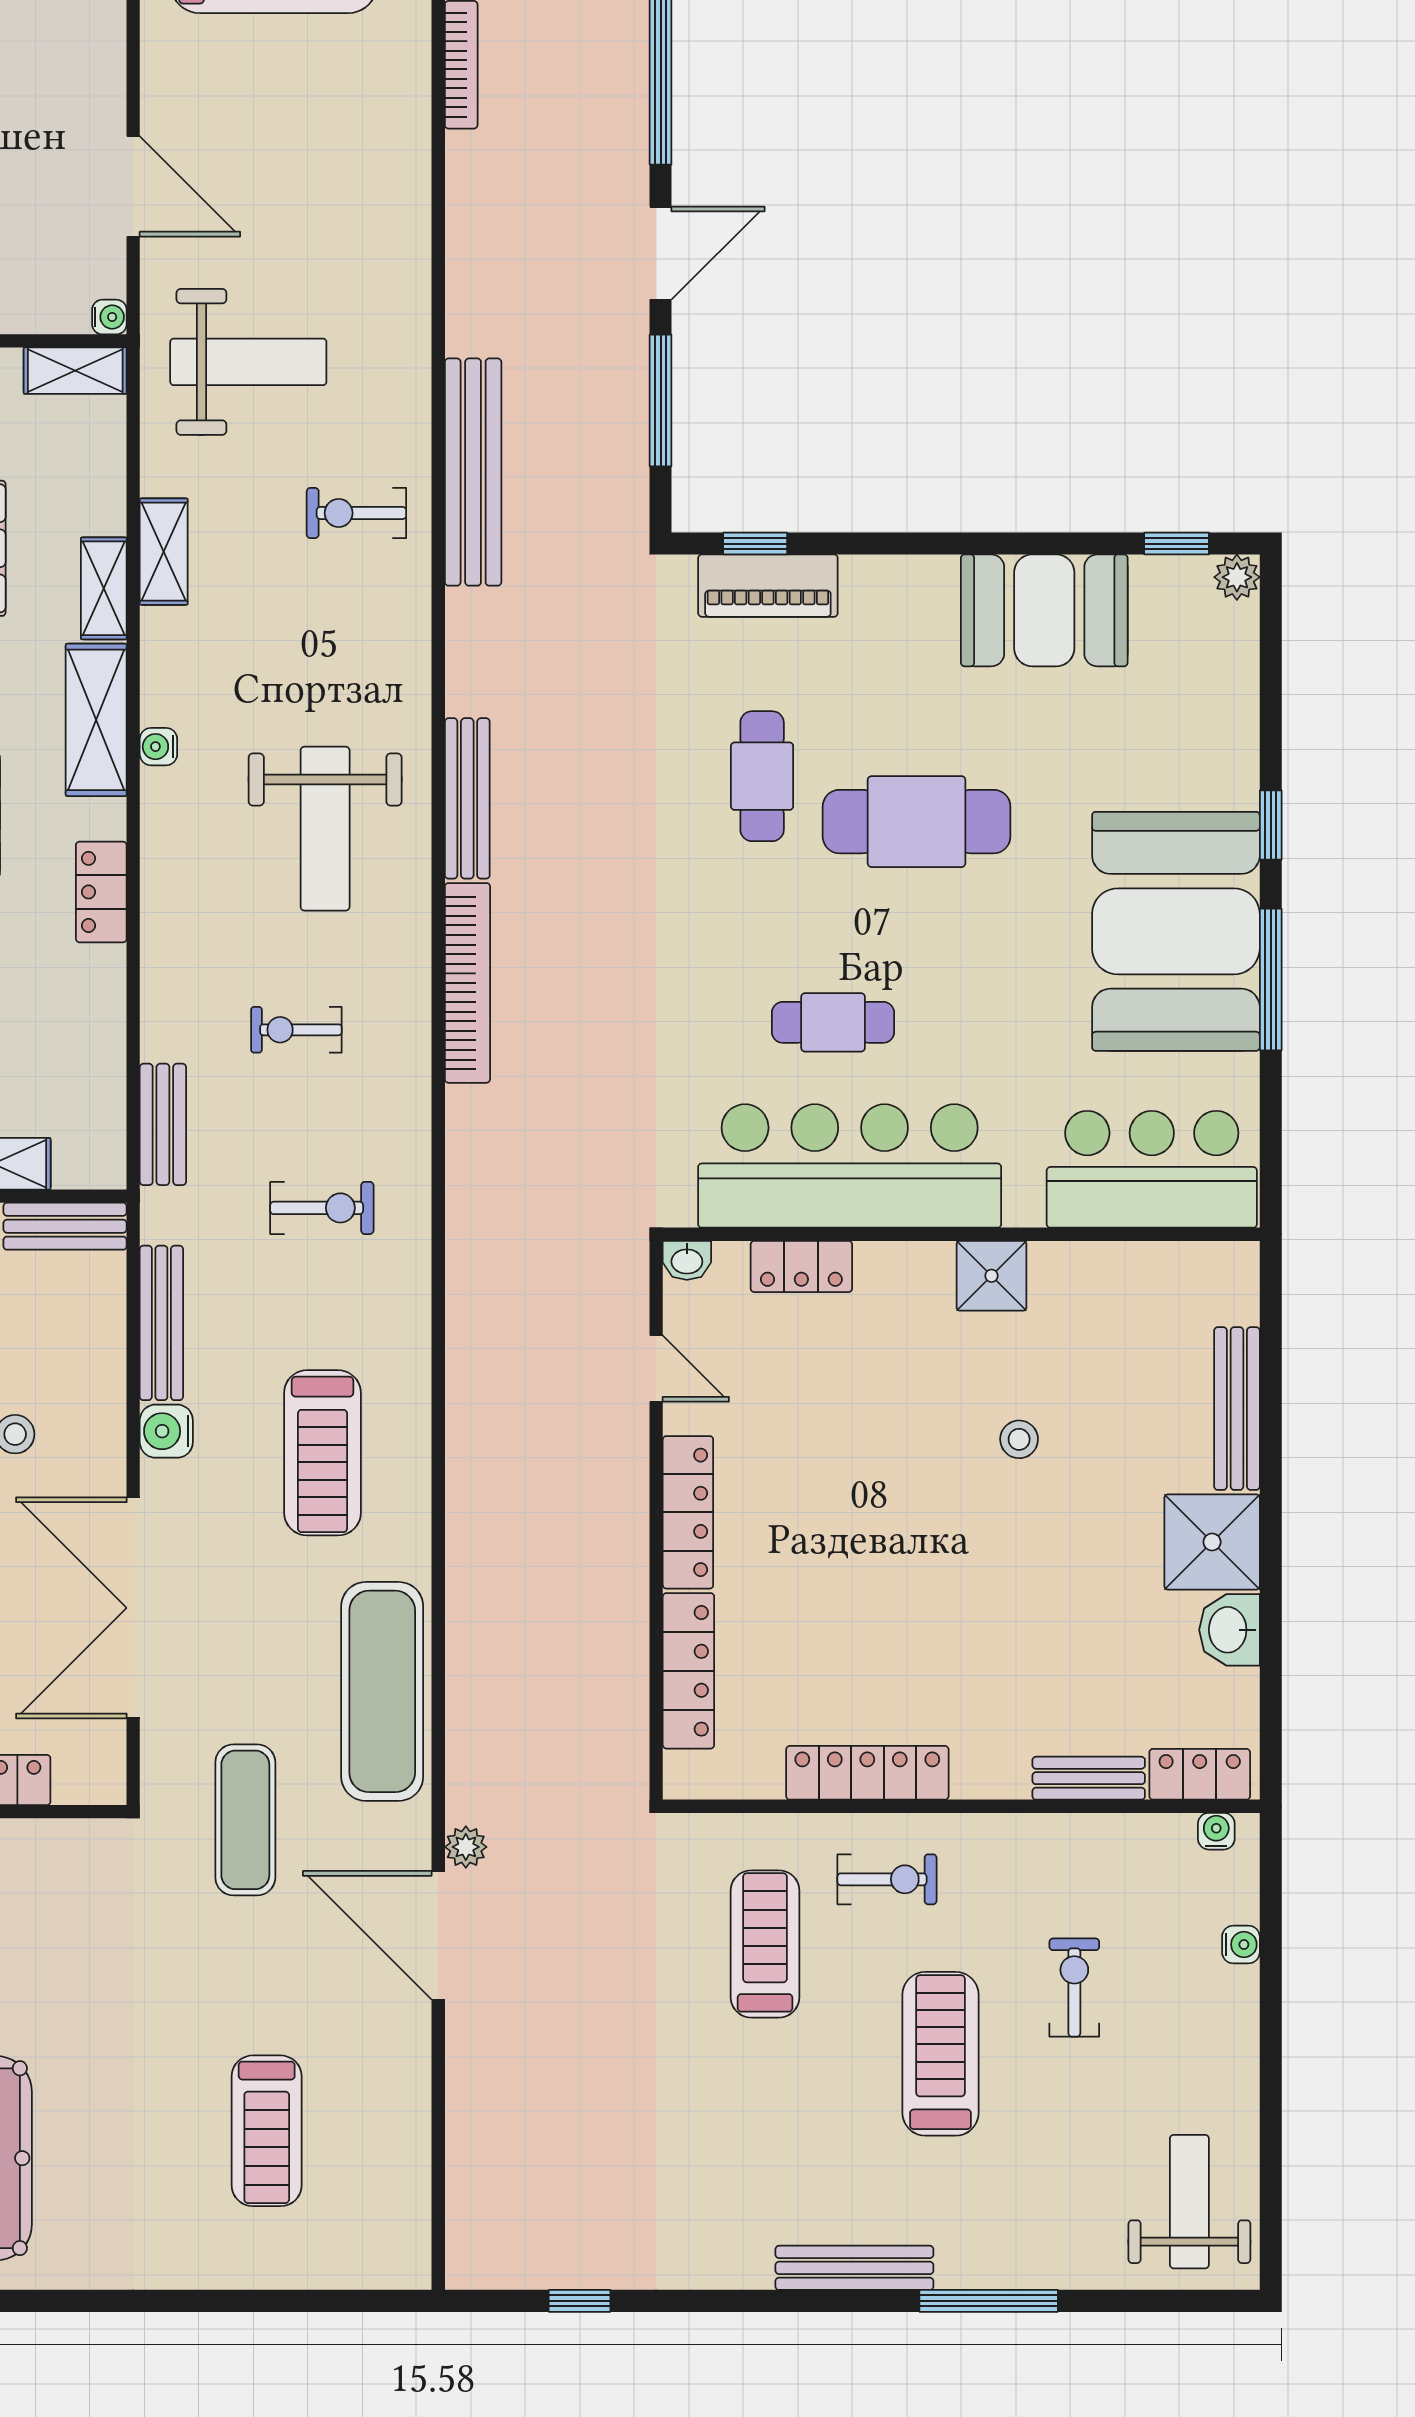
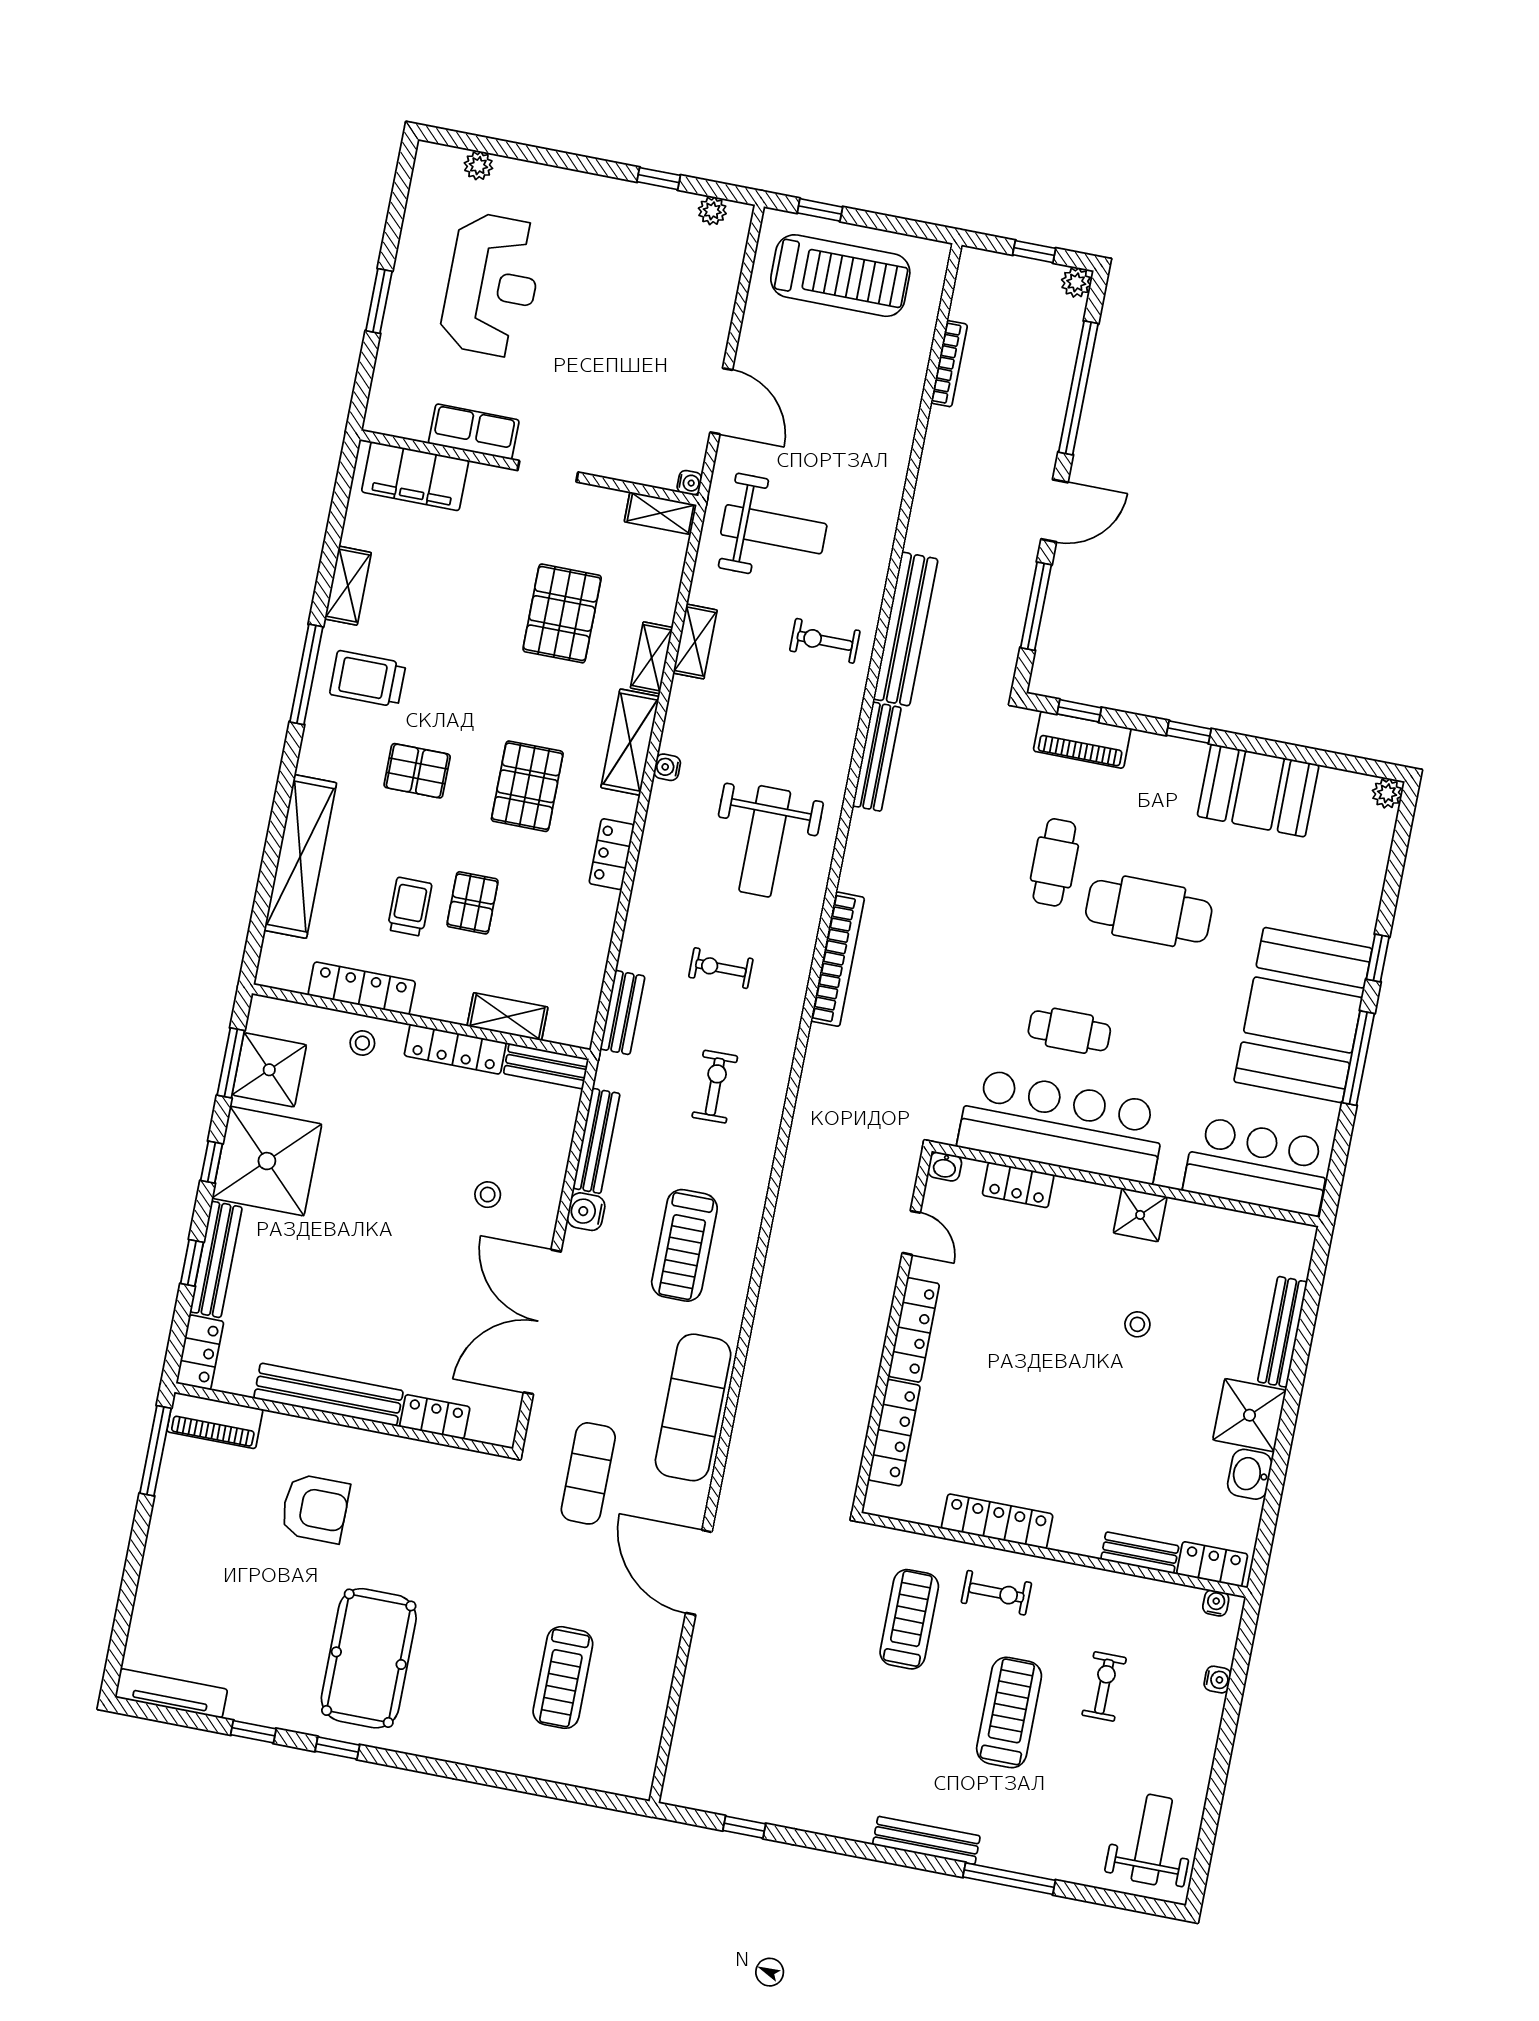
window: (1177, 544) -> (1189, 732), moved
bench: (467, 798) -> (877, 757), moved
exercise bike: (322, 1208) -> (715, 1087), turned -91
plant: (466, 1847) -> (728, 1519), removed

